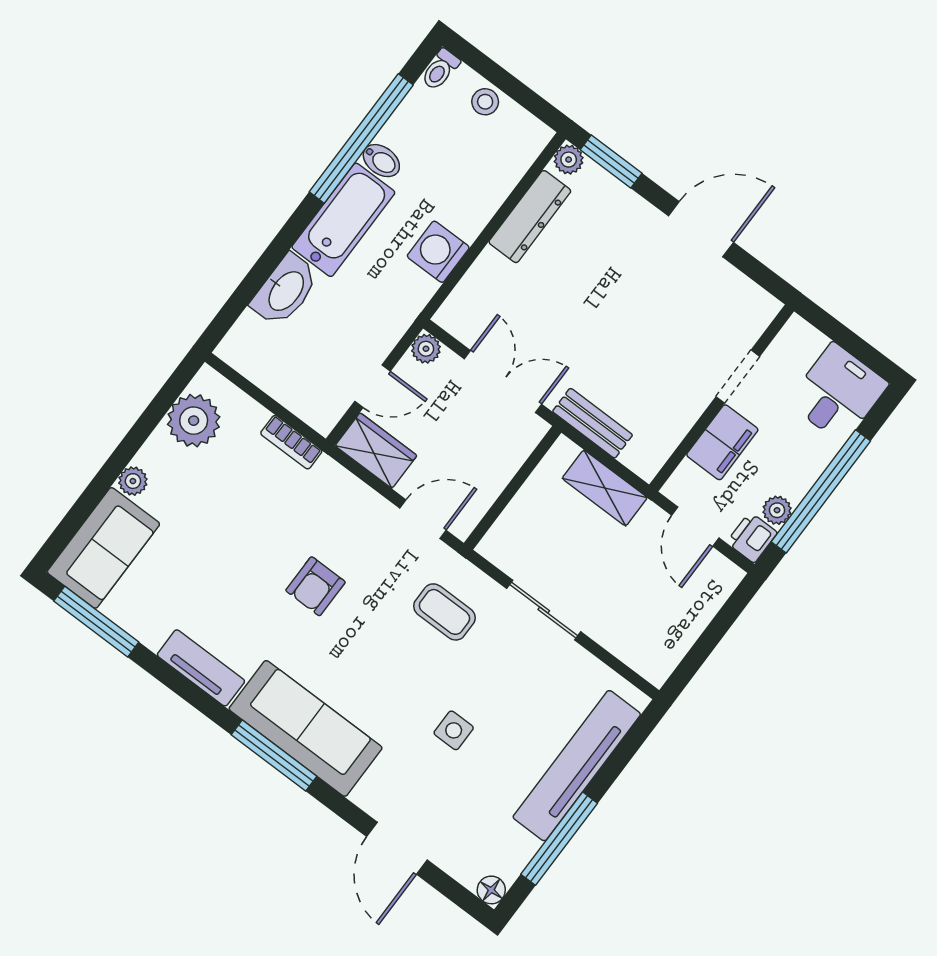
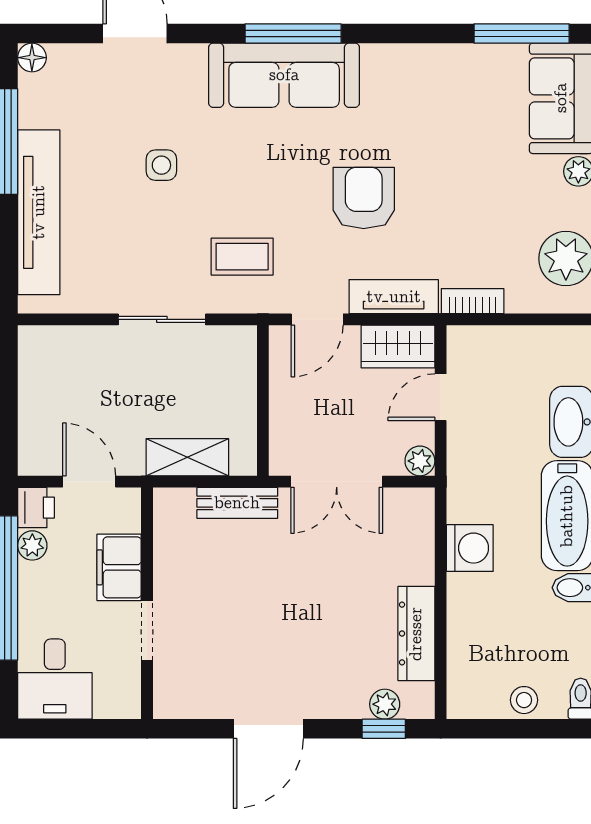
plant: (569, 160) -> (385, 704), moved
window: (611, 161) -> (384, 729), width x0.67
armchair: (315, 586) -> (364, 198), width x1.38, depth x1.38
tv unit: (201, 668) -> (394, 297), moved, turned 180

